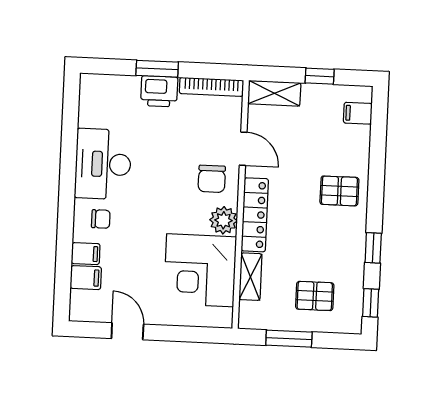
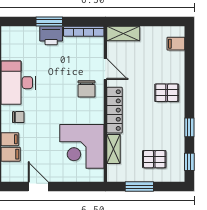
window: (320, 76) -> (151, 22), removed
plant: (224, 220) -> (95, 114), removed

